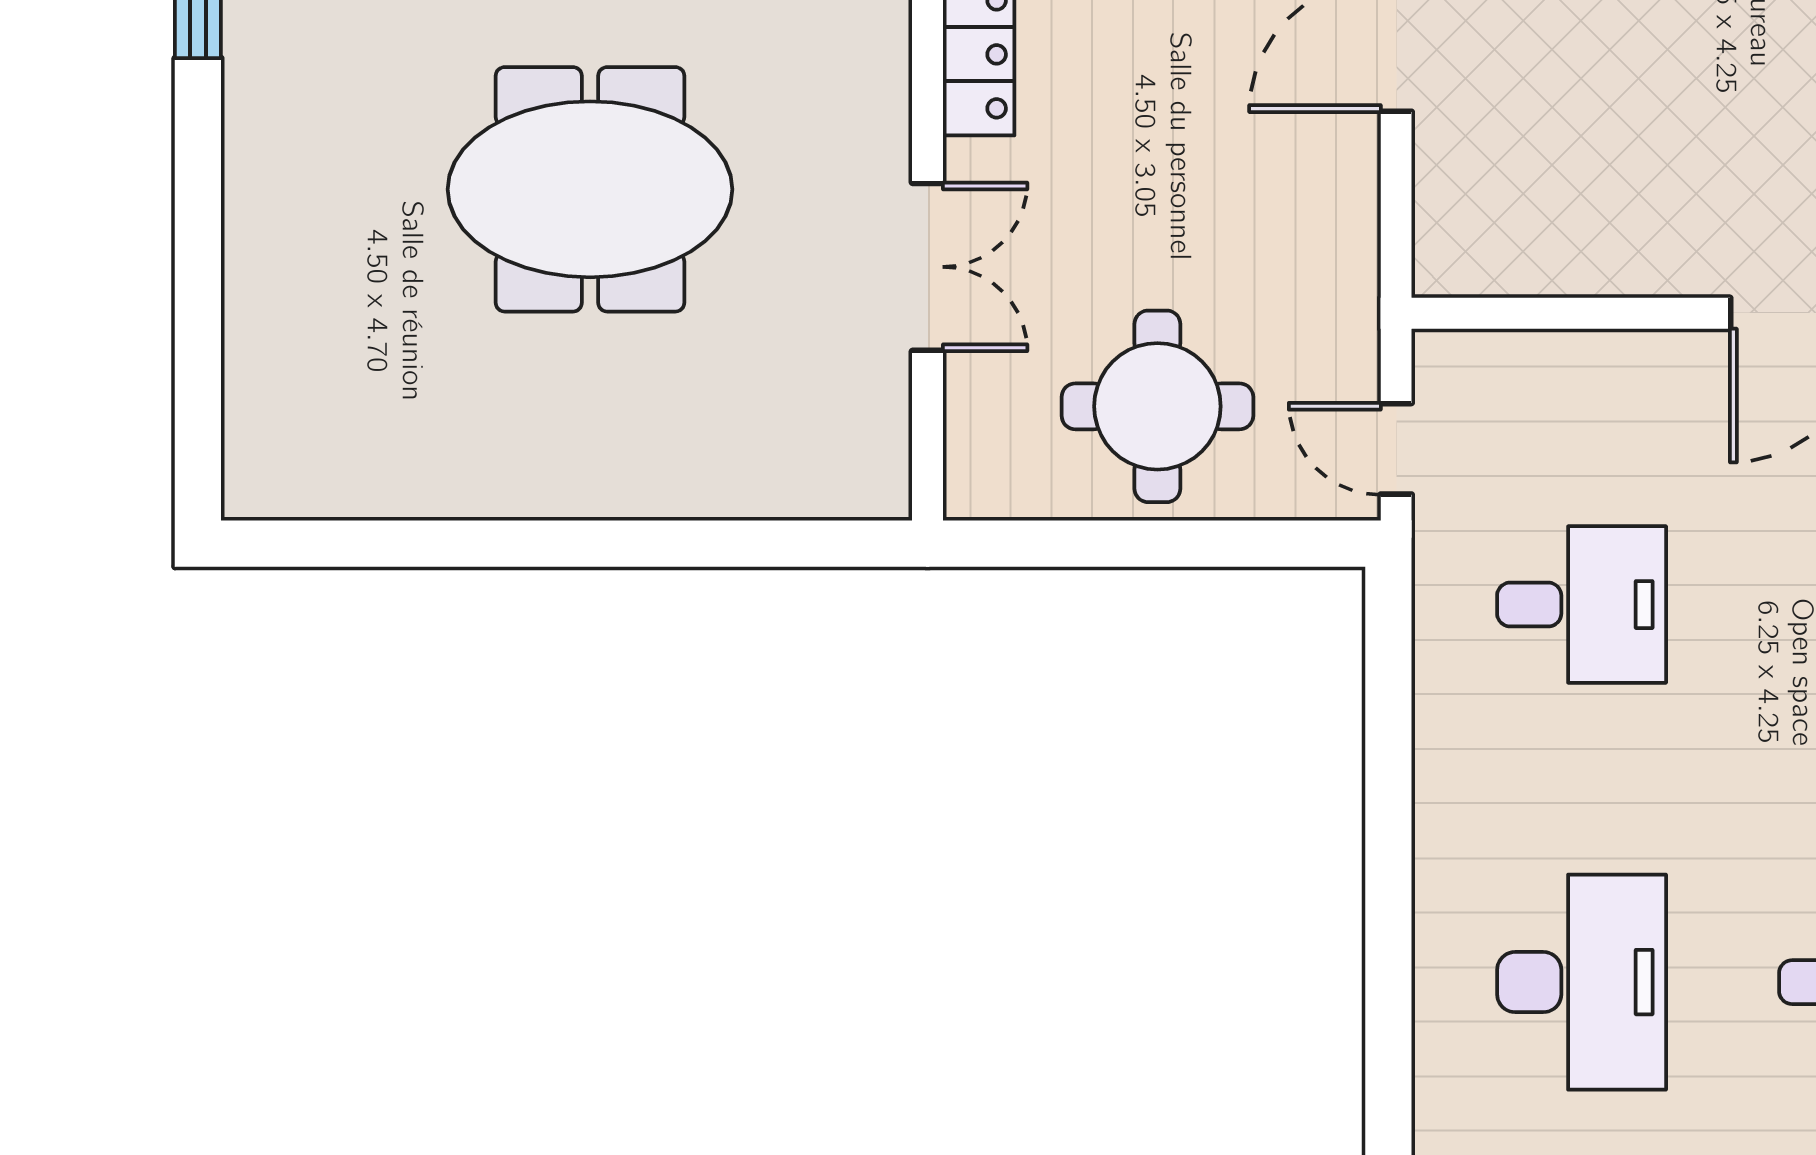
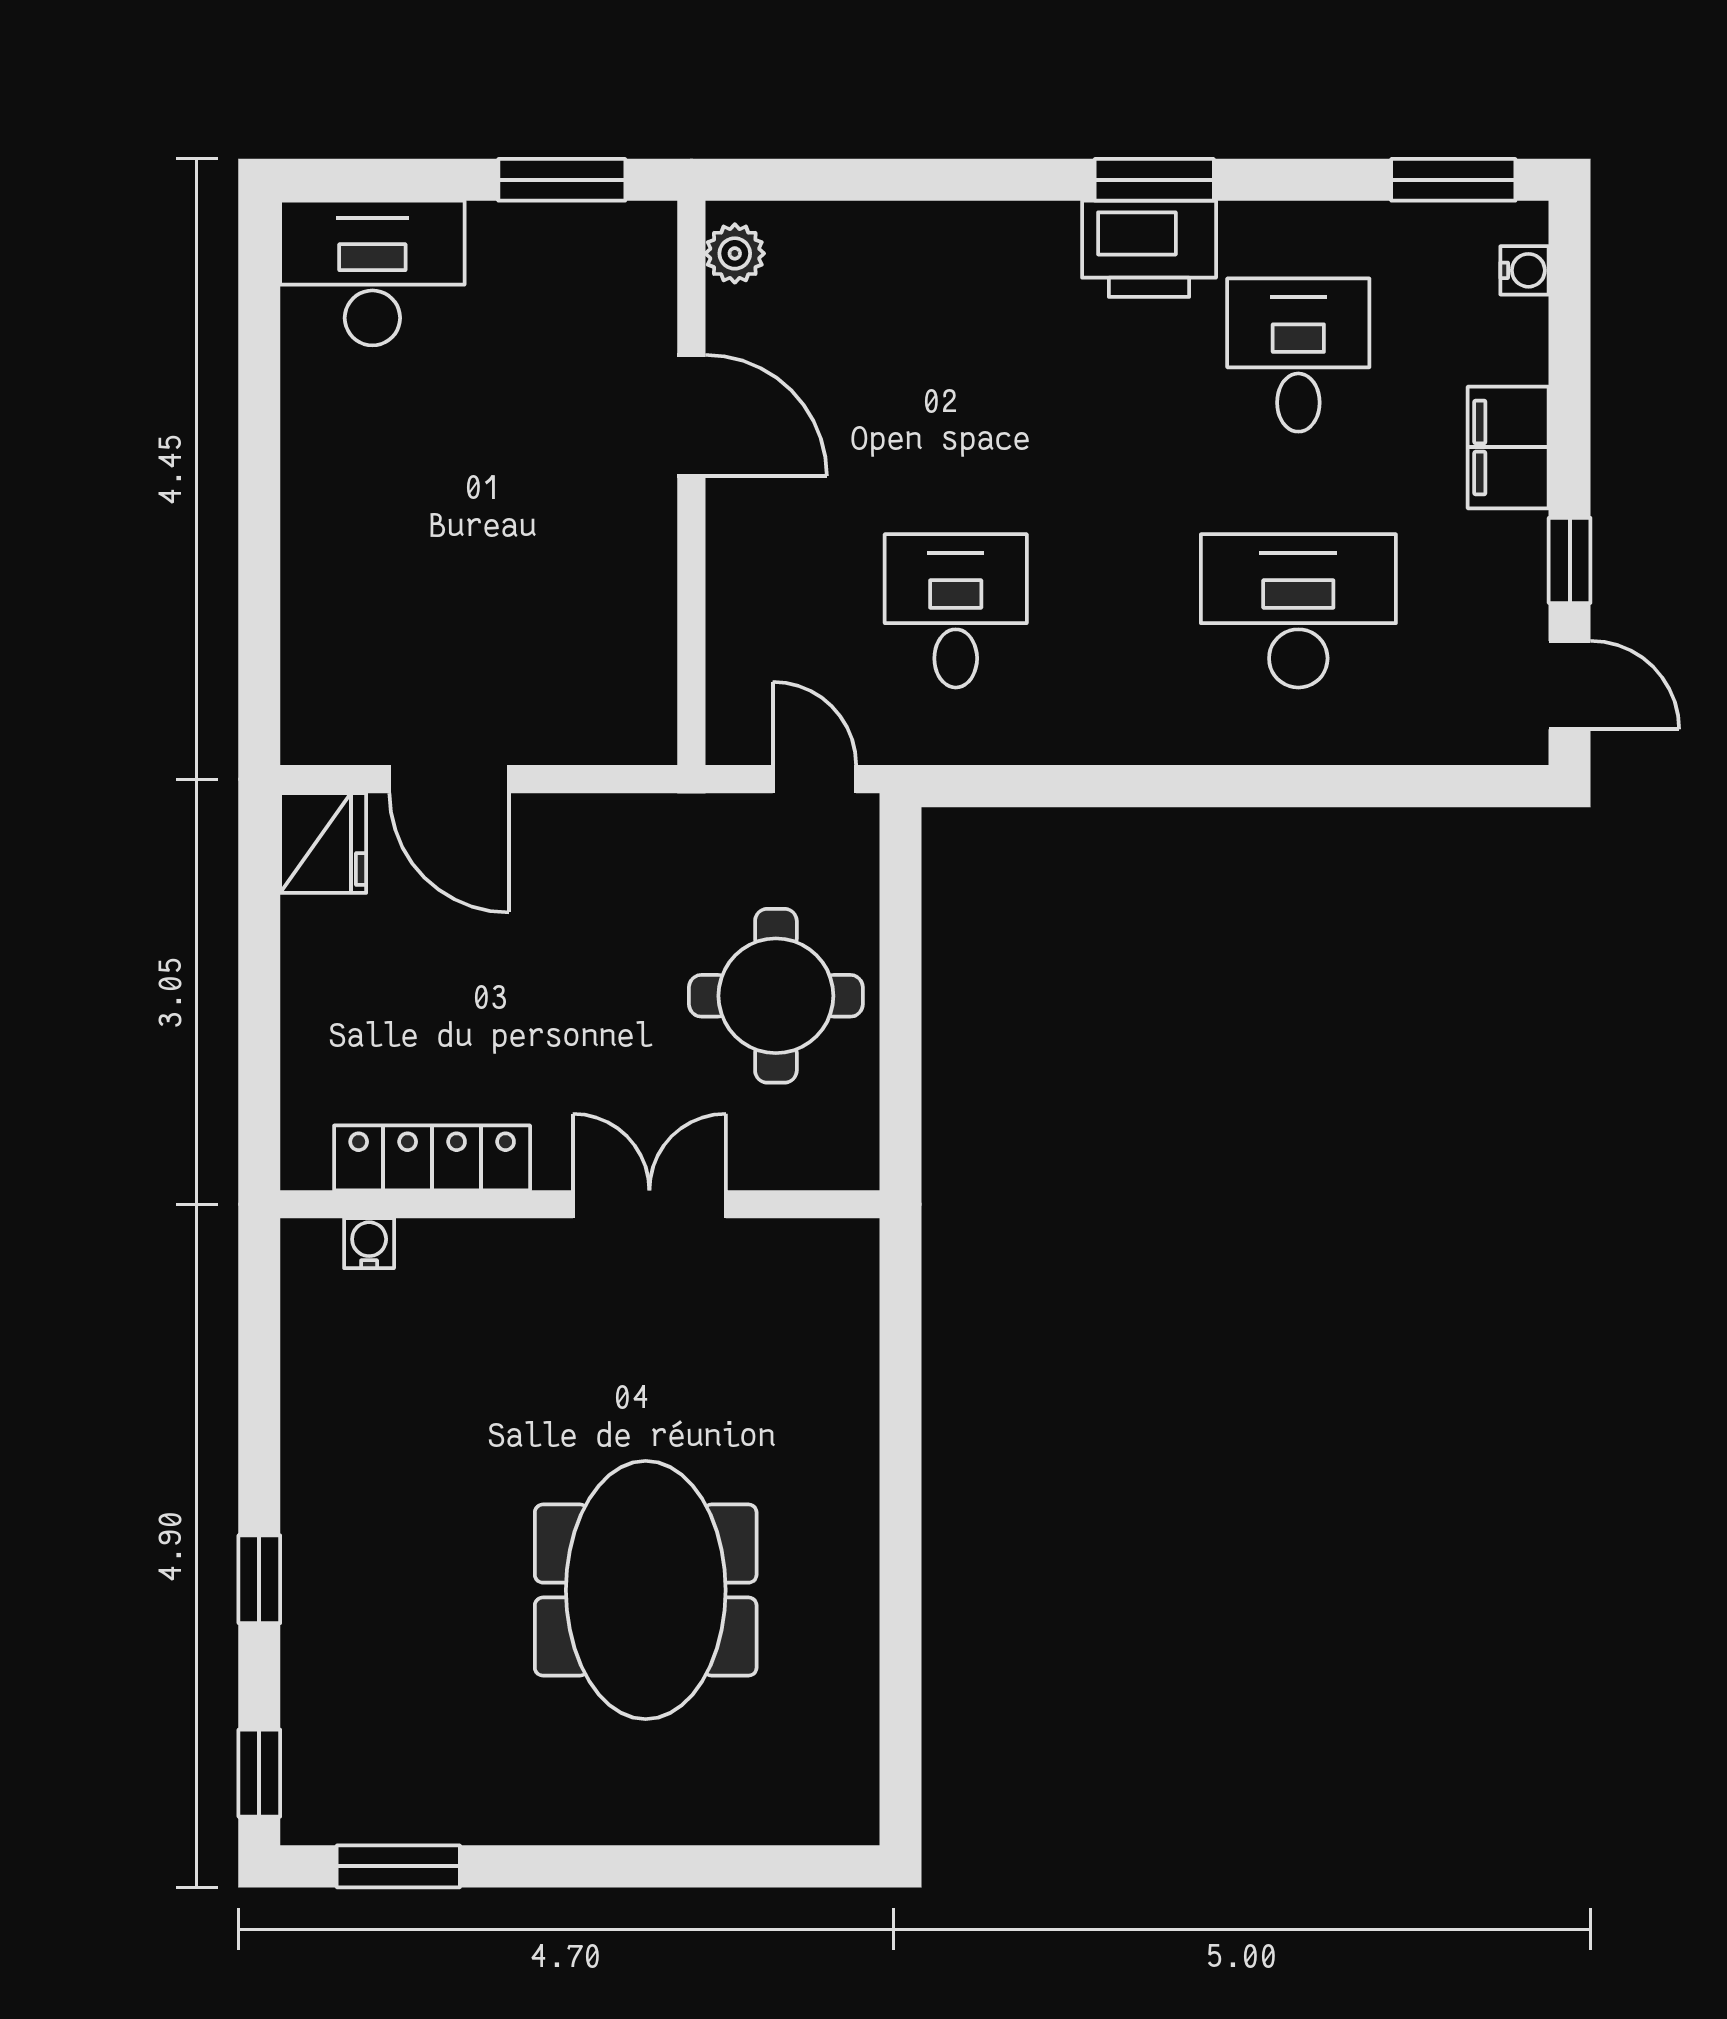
meeting table: (590, 189) -> (646, 1590), moved
door: (1396, 449) -> (814, 779), swing flipped

